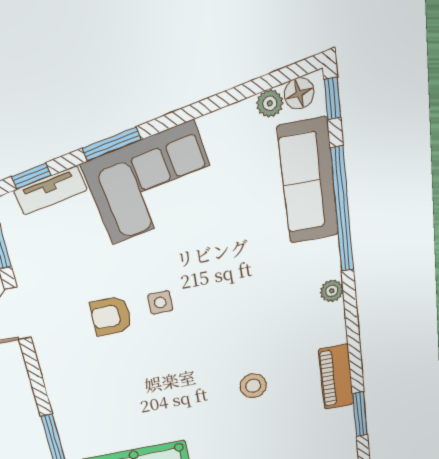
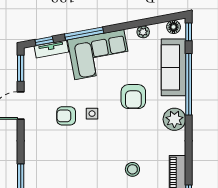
plant: (270, 103) -> (143, 32), moved
window: (112, 144) -> (84, 34), width x1.44
armchair: (235, 255) -> (133, 97), added
plant: (332, 291) -> (174, 119), width x1.87, depth x1.87

